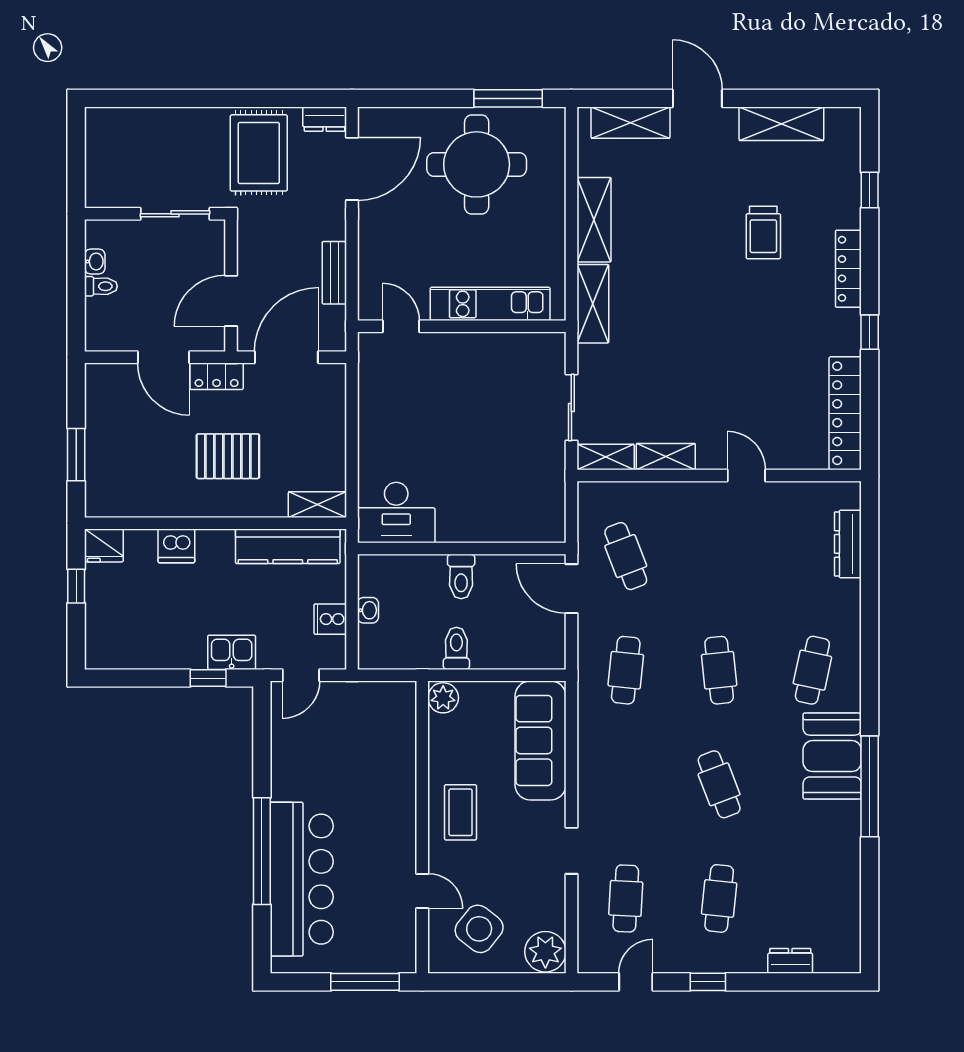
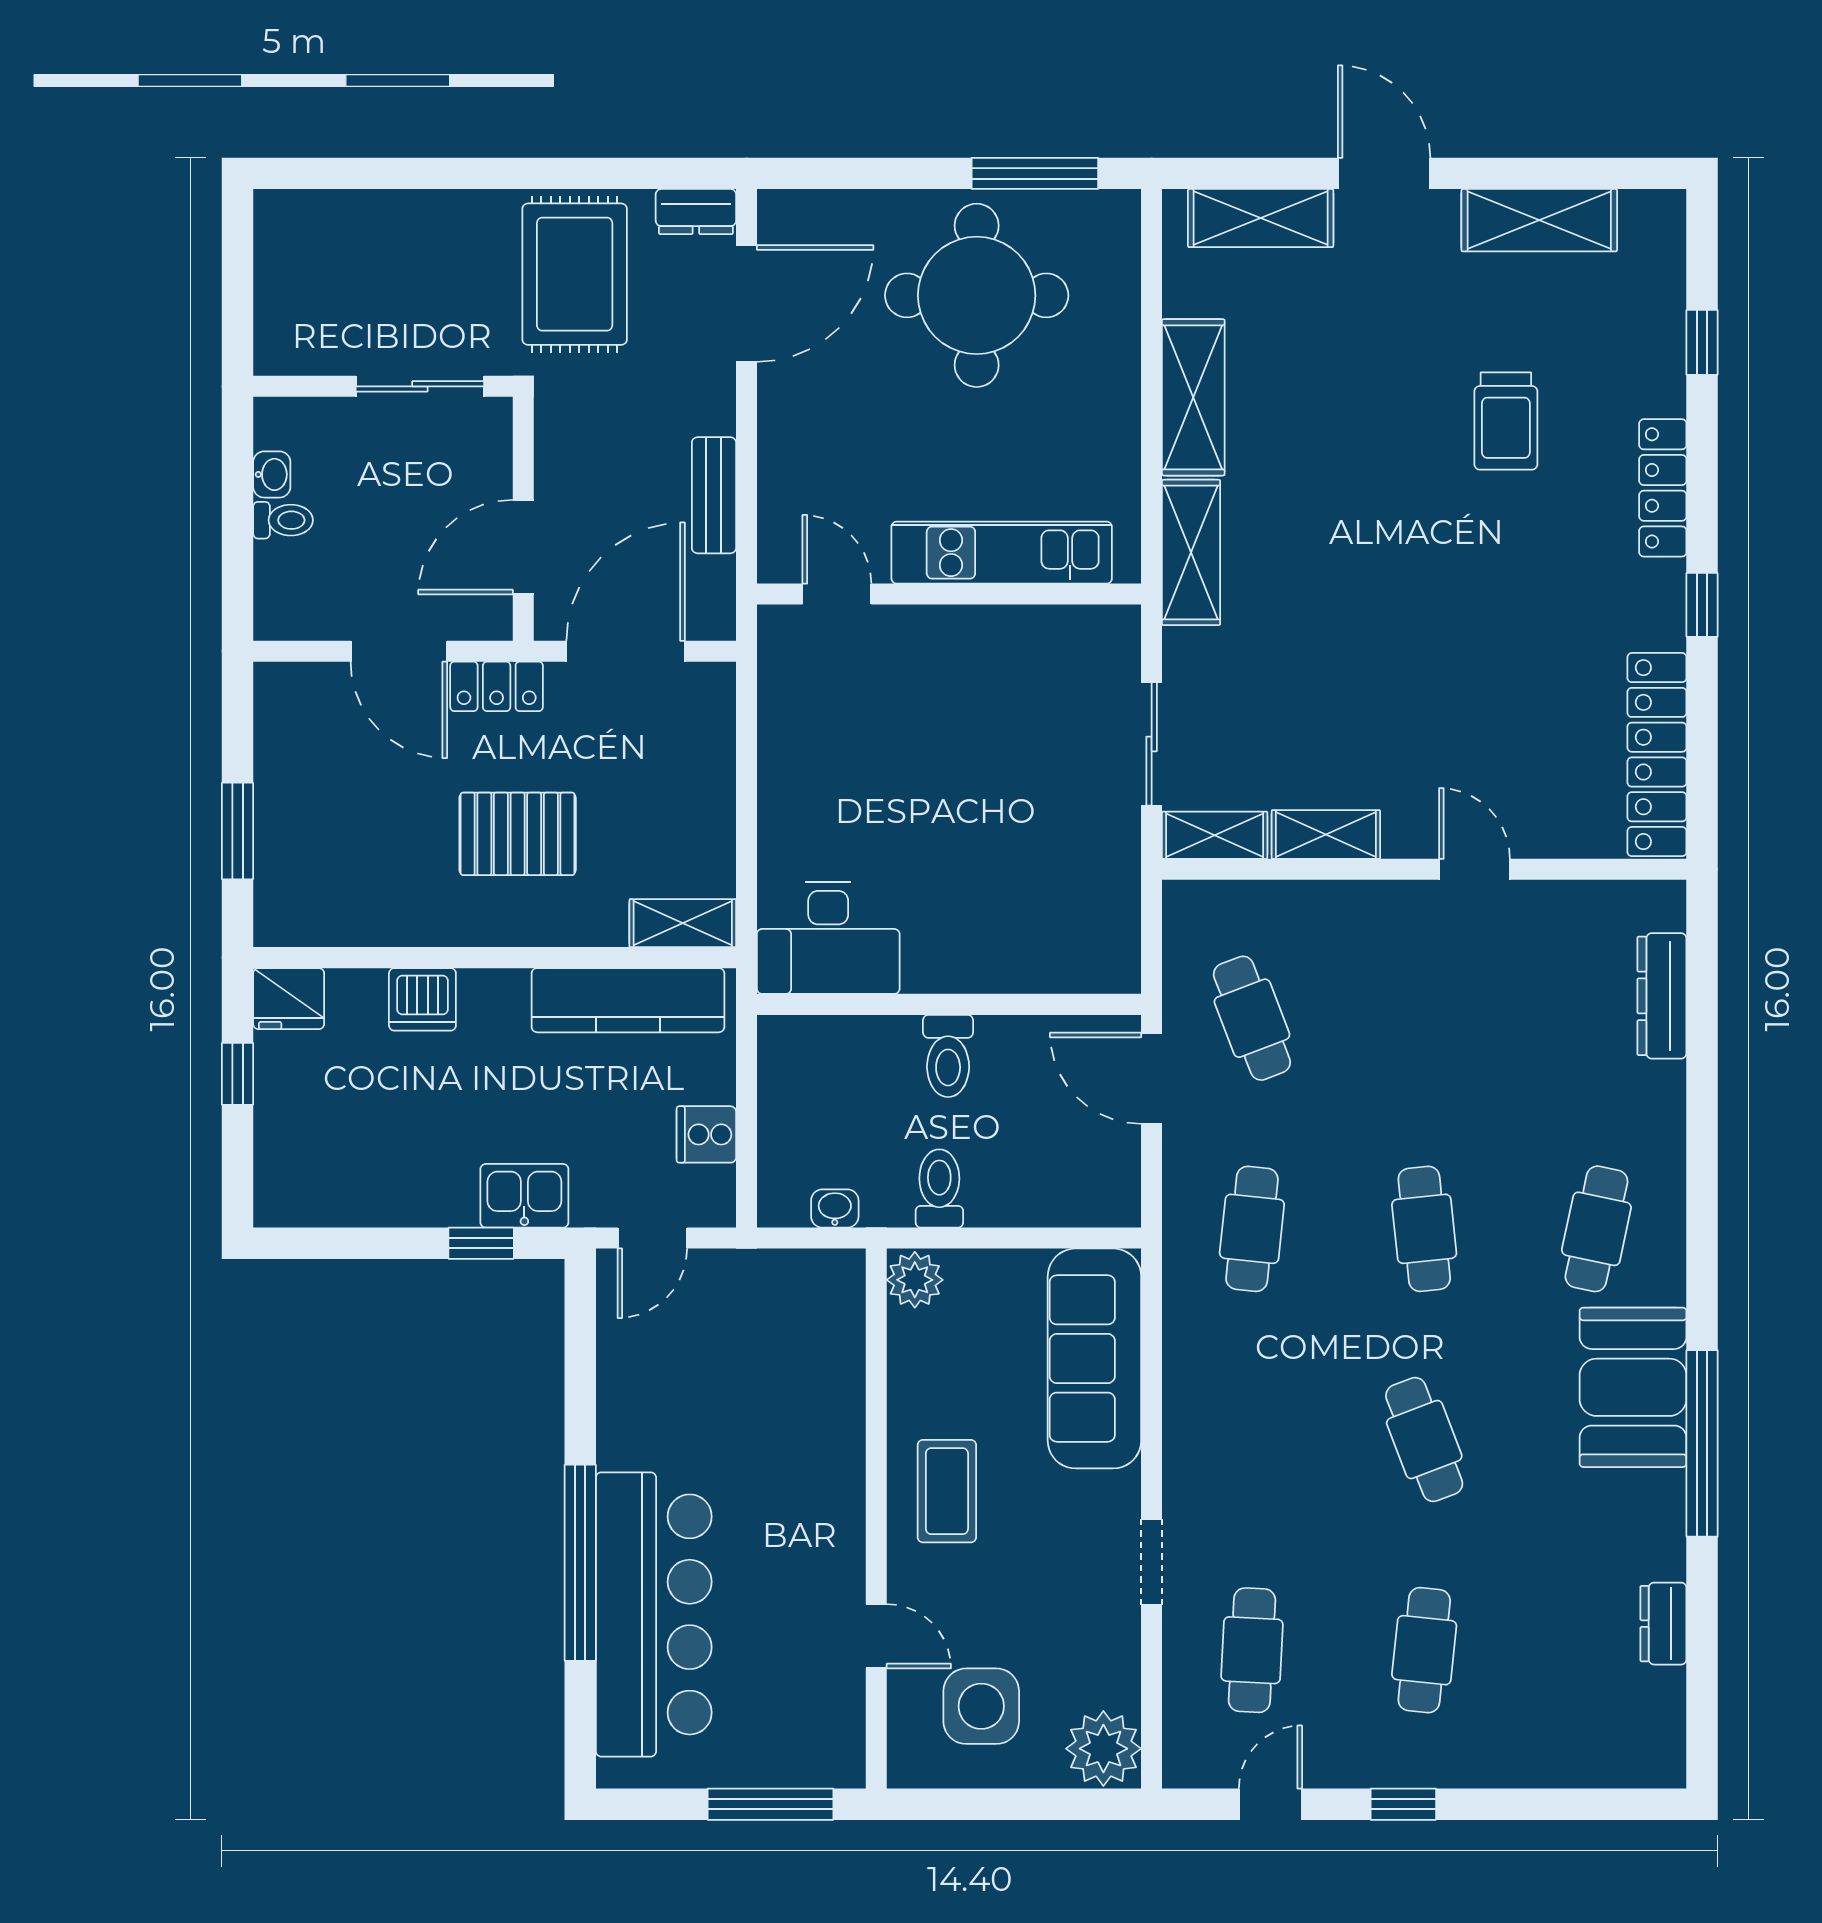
washbasin: (368, 610) -> (835, 1208), moved, turned -90
side table: (479, 929) -> (981, 1706), turned -38
dresser: (790, 961) -> (1663, 1624), moved, turned -90

